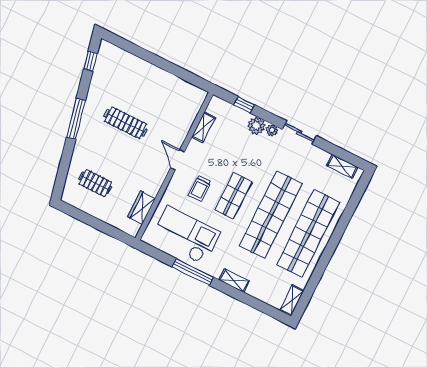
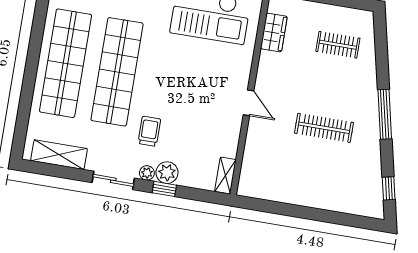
window: (244, 105) -> (164, 189), moved
shelving: (203, 127) -> (225, 176), moved
shelving: (342, 166) -> (59, 155), width x1.50, depth x1.33
trolley: (200, 189) -> (149, 131), moved
shop shelf: (233, 196) -> (169, 80), removed

